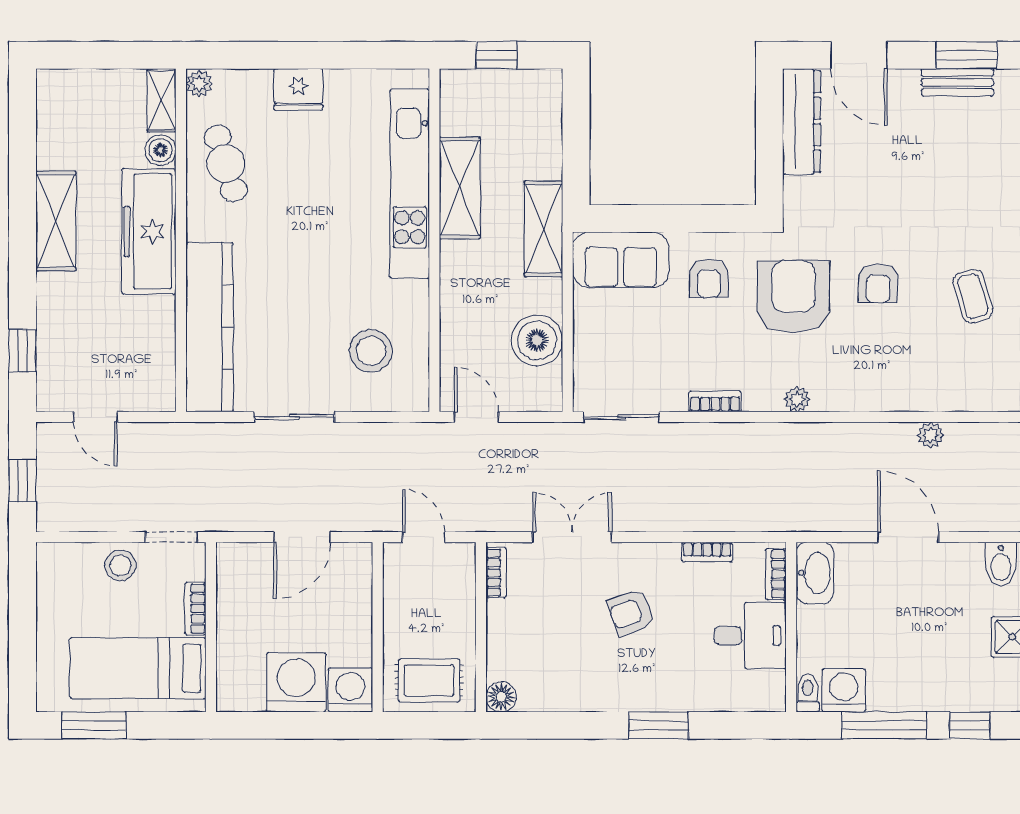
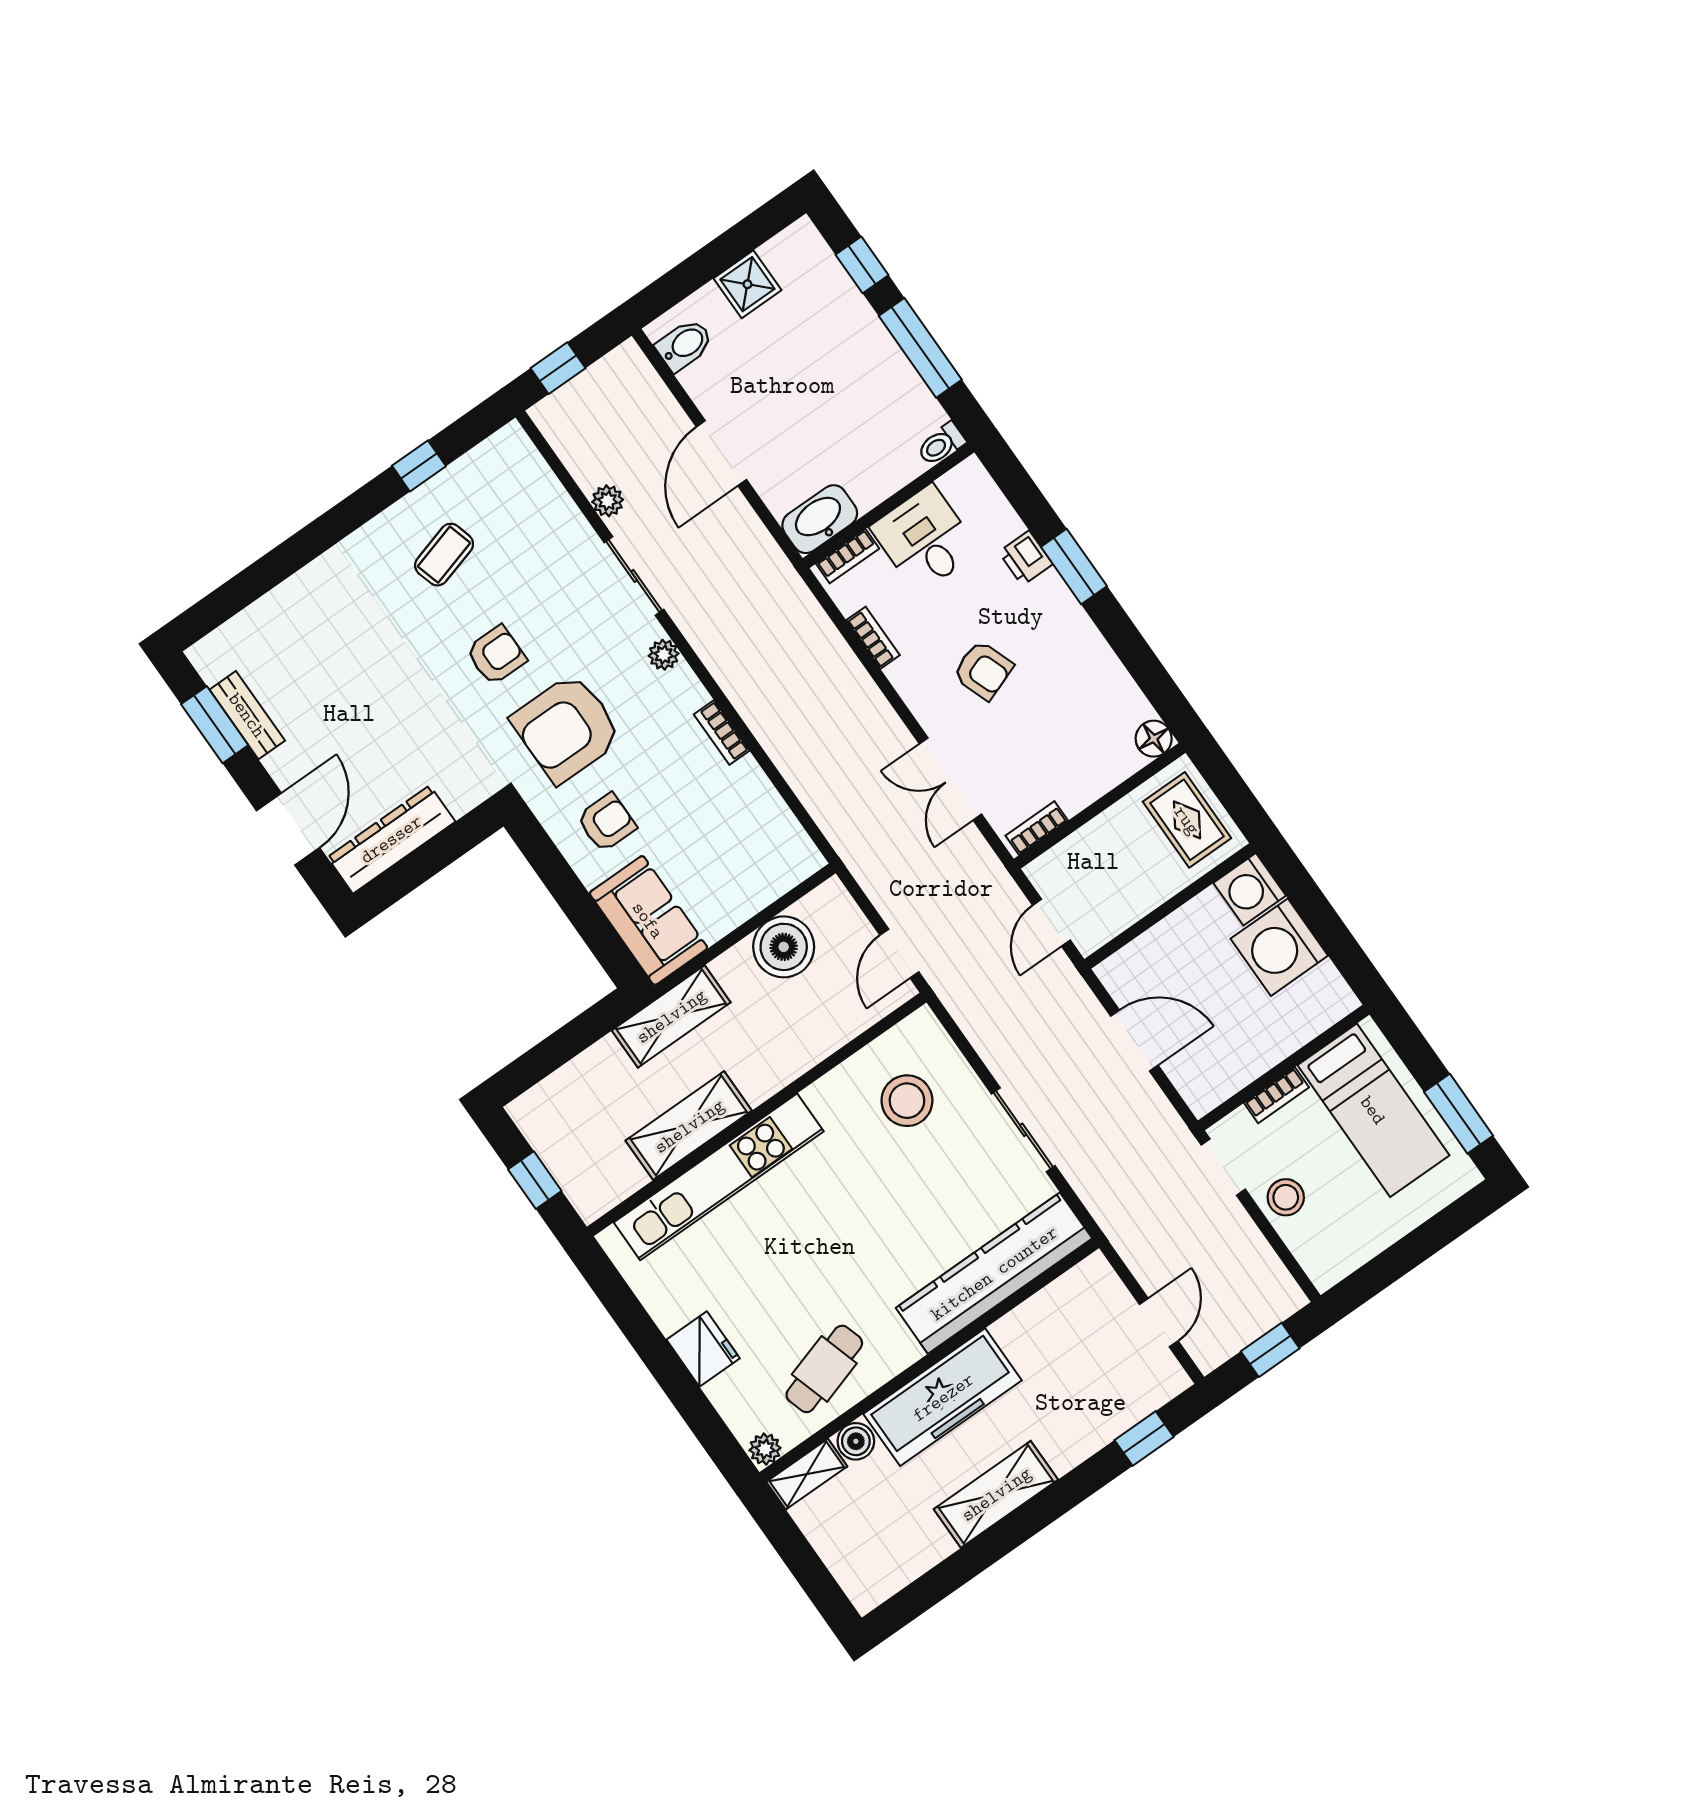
sliding door: (622, 417) -> (634, 576), moved
washing machine: (844, 690) -> (914, 411), removed
printer: (688, 696) -> (1026, 558), added

